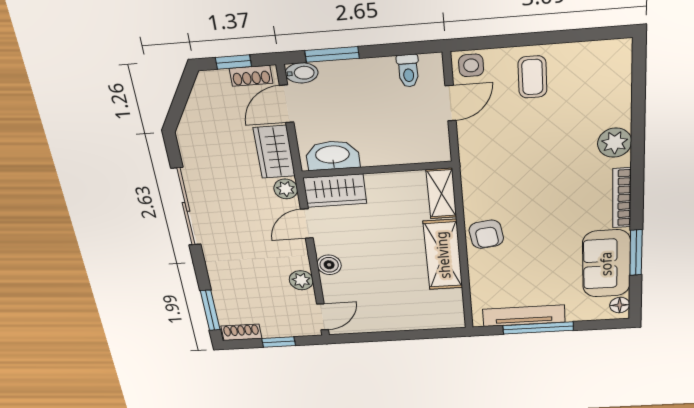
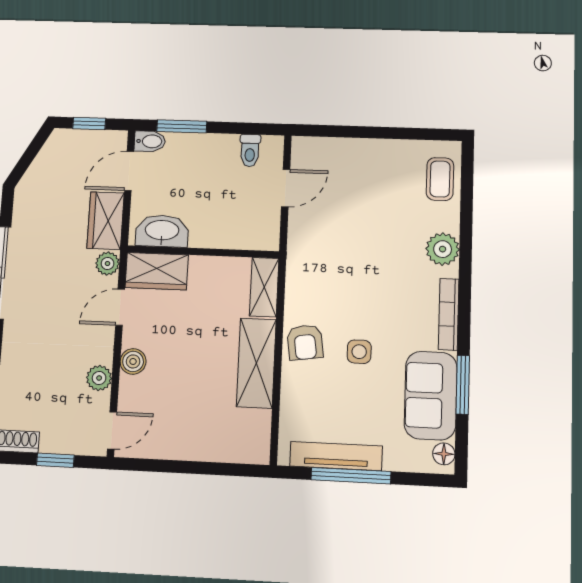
side table: (471, 65) -> (359, 352), moved
shoe rack: (251, 76) -> (102, 139), removed
coffee table: (532, 77) -> (440, 179), moved

